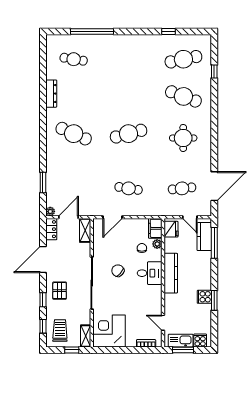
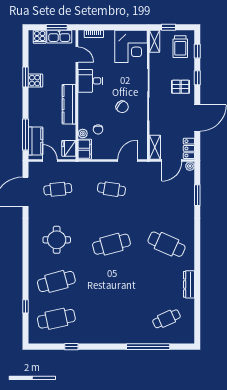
cafe table: (74, 59) -> (167, 319), turned -33
cafe table: (183, 96) -> (56, 281), turned -36
desk: (150, 273) -> (90, 81), moved
pallet: (60, 291) -> (181, 87), turned 90

